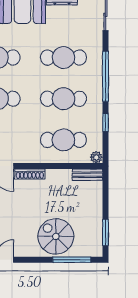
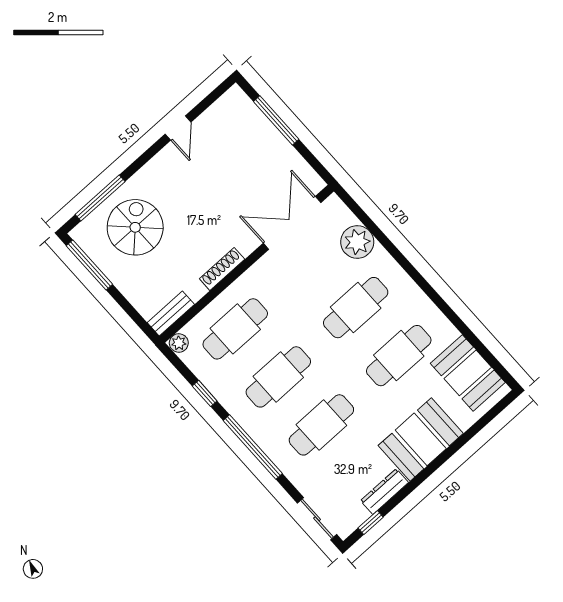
shoe rack: (30, 174) -> (222, 269), moved
window: (105, 232) -> (89, 265), width x1.44
spiral stairs: (56, 236) -> (135, 227), moved, turned -90

